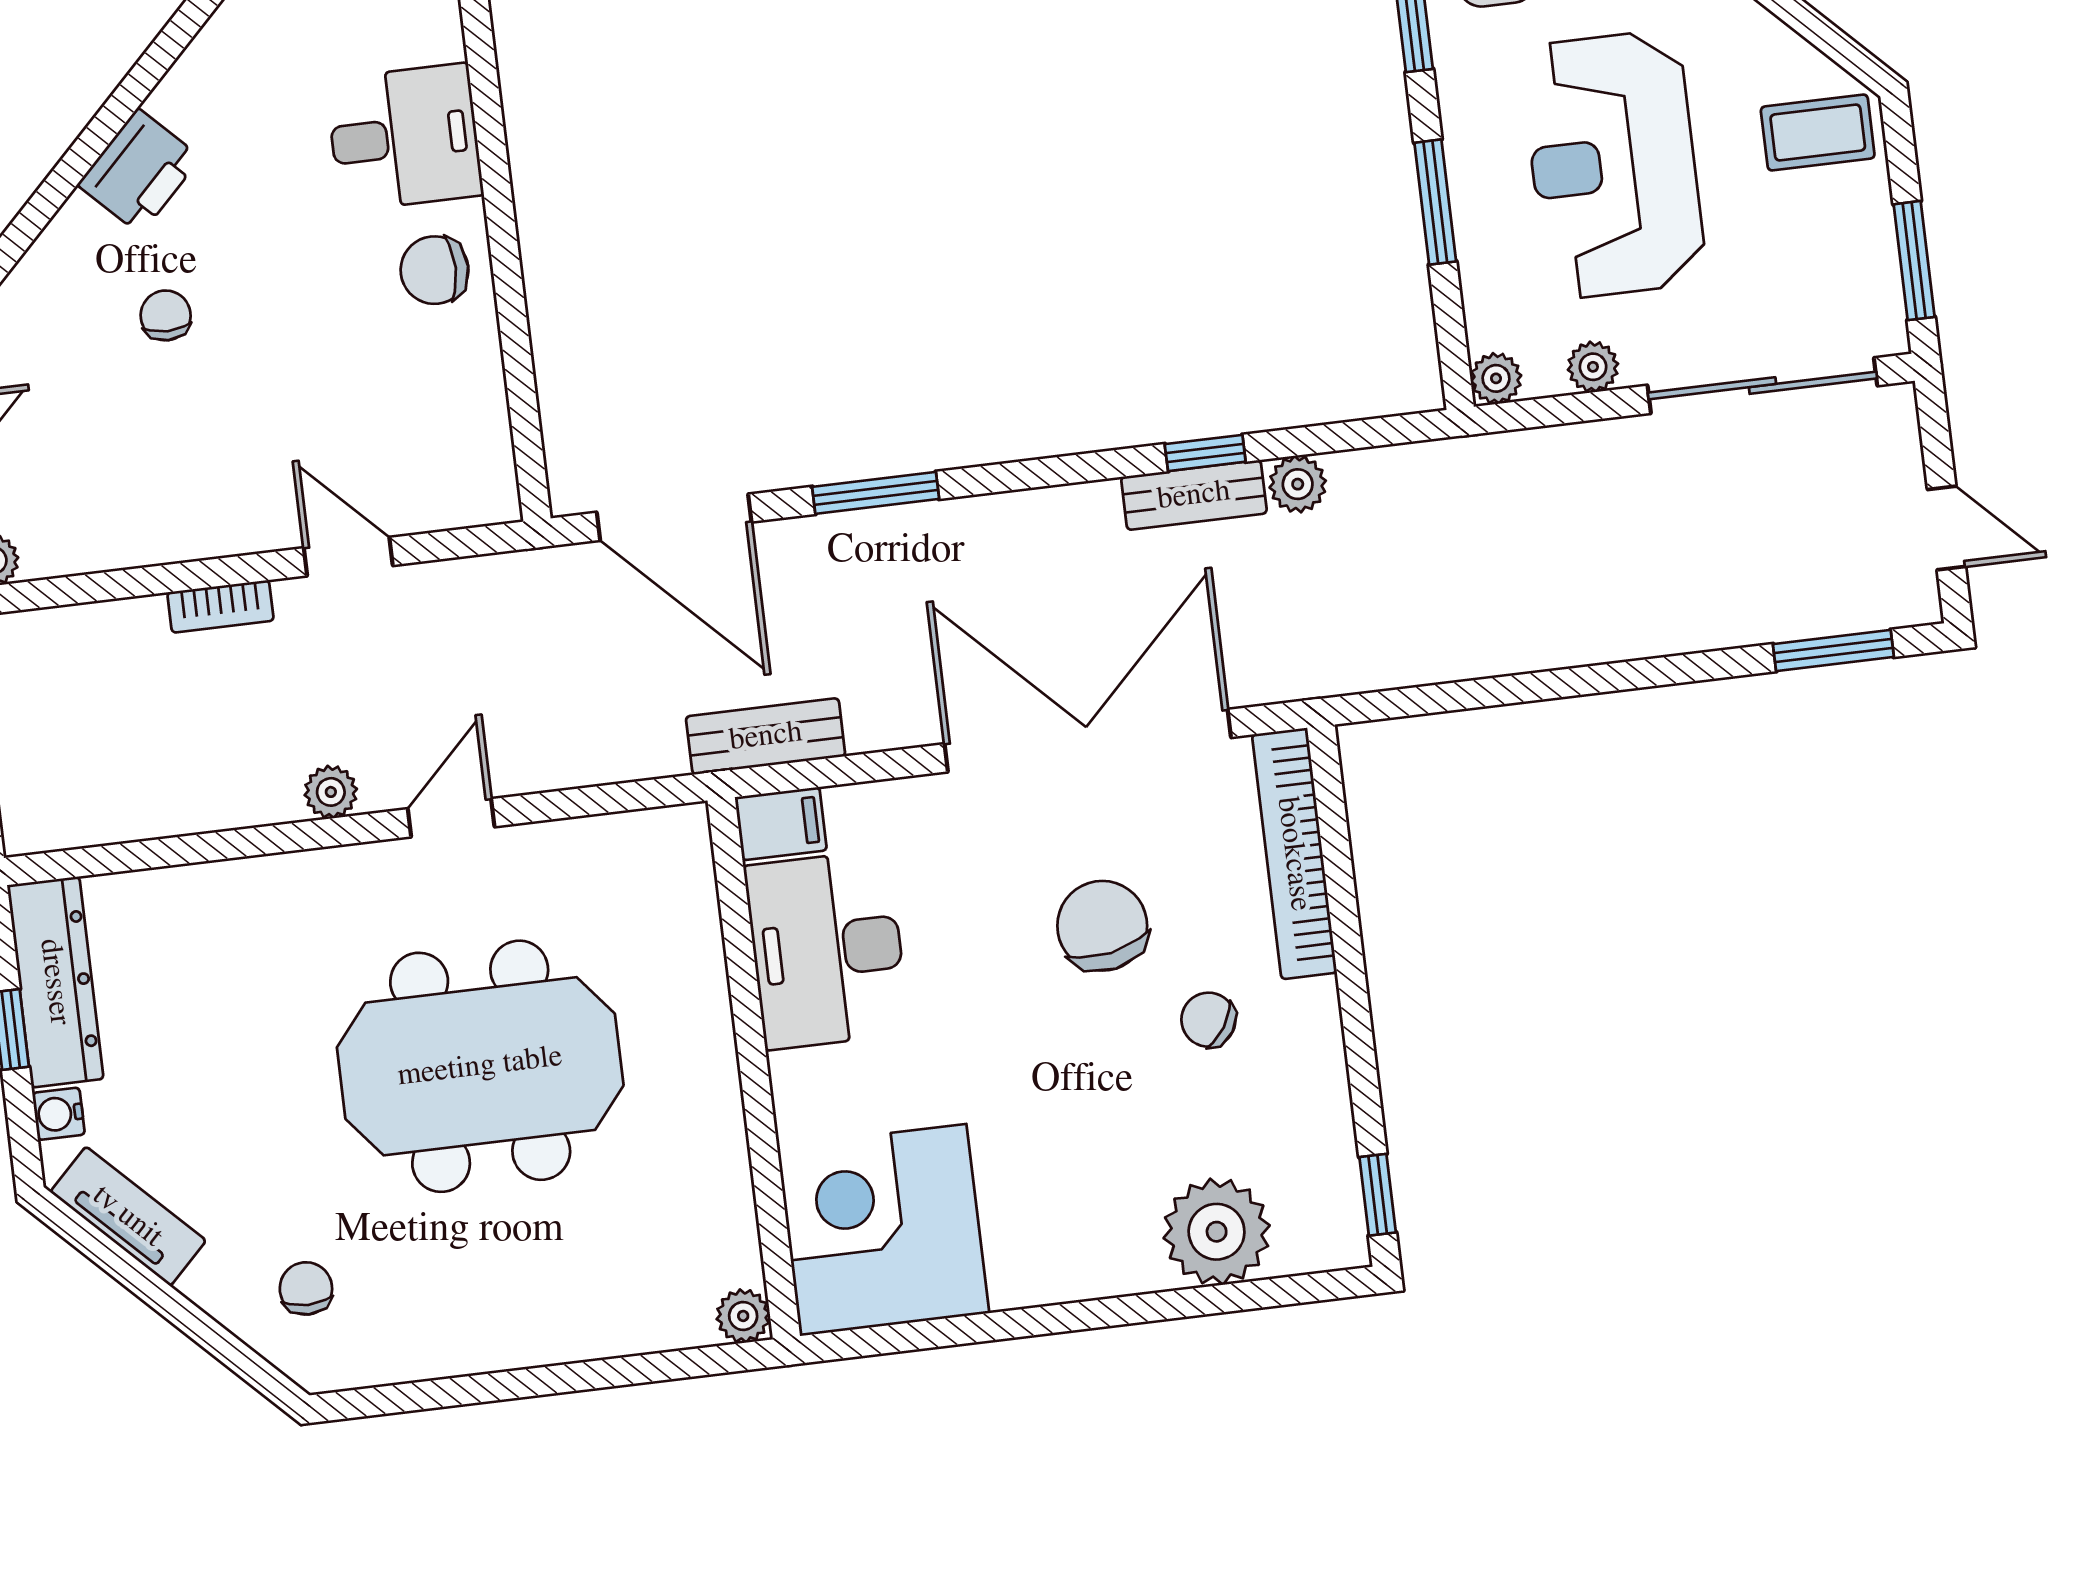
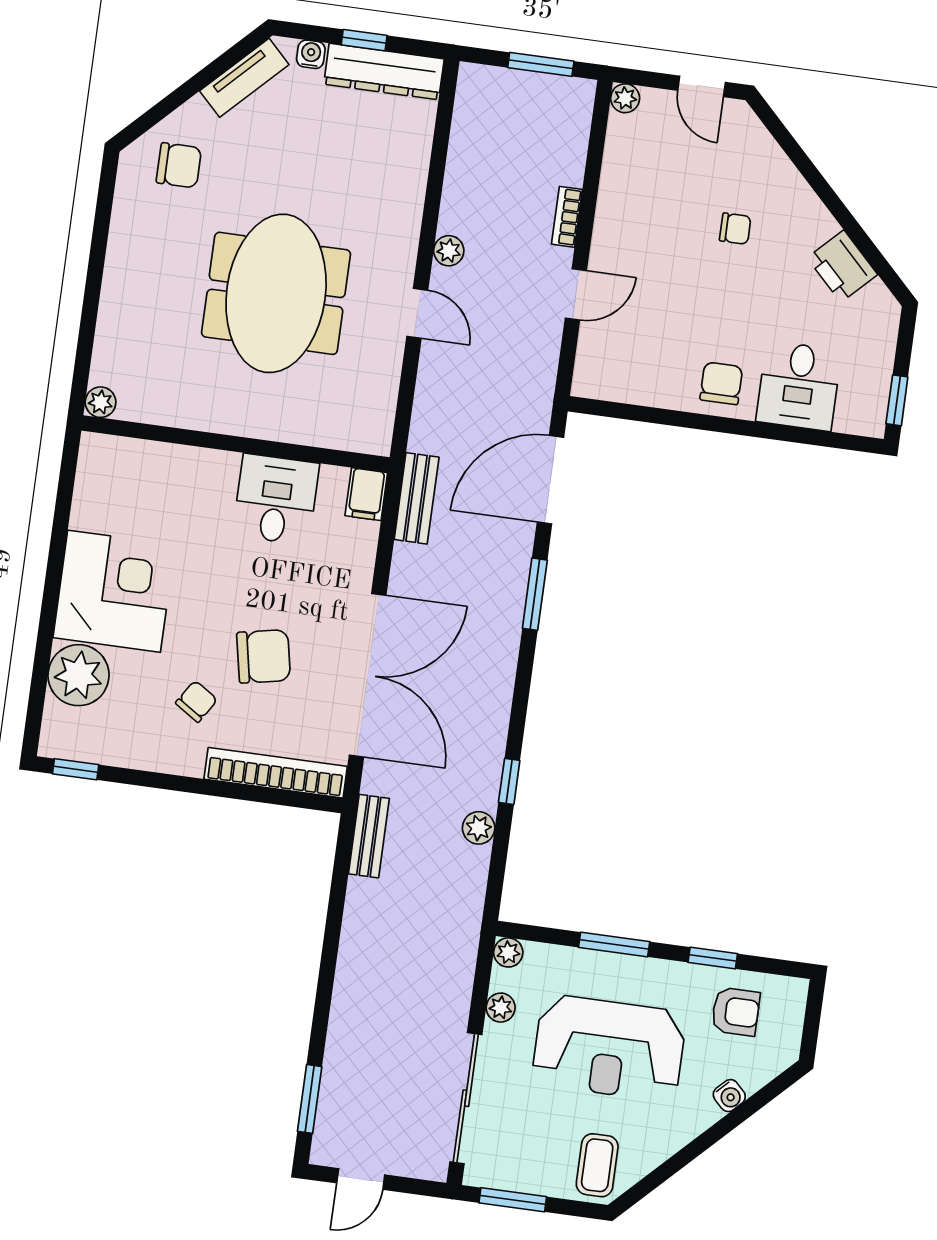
reception desk: (1613, 165) -> (609, 1048), turned 180
printer: (139, 171) -> (842, 266), moved
bench: (1194, 495) -> (369, 836), moved
desk: (827, 950) -> (276, 499), width x0.73
corner desk: (883, 1230) -> (114, 591), moved
chair: (306, 1288) -> (179, 165), width x1.37, depth x1.37

